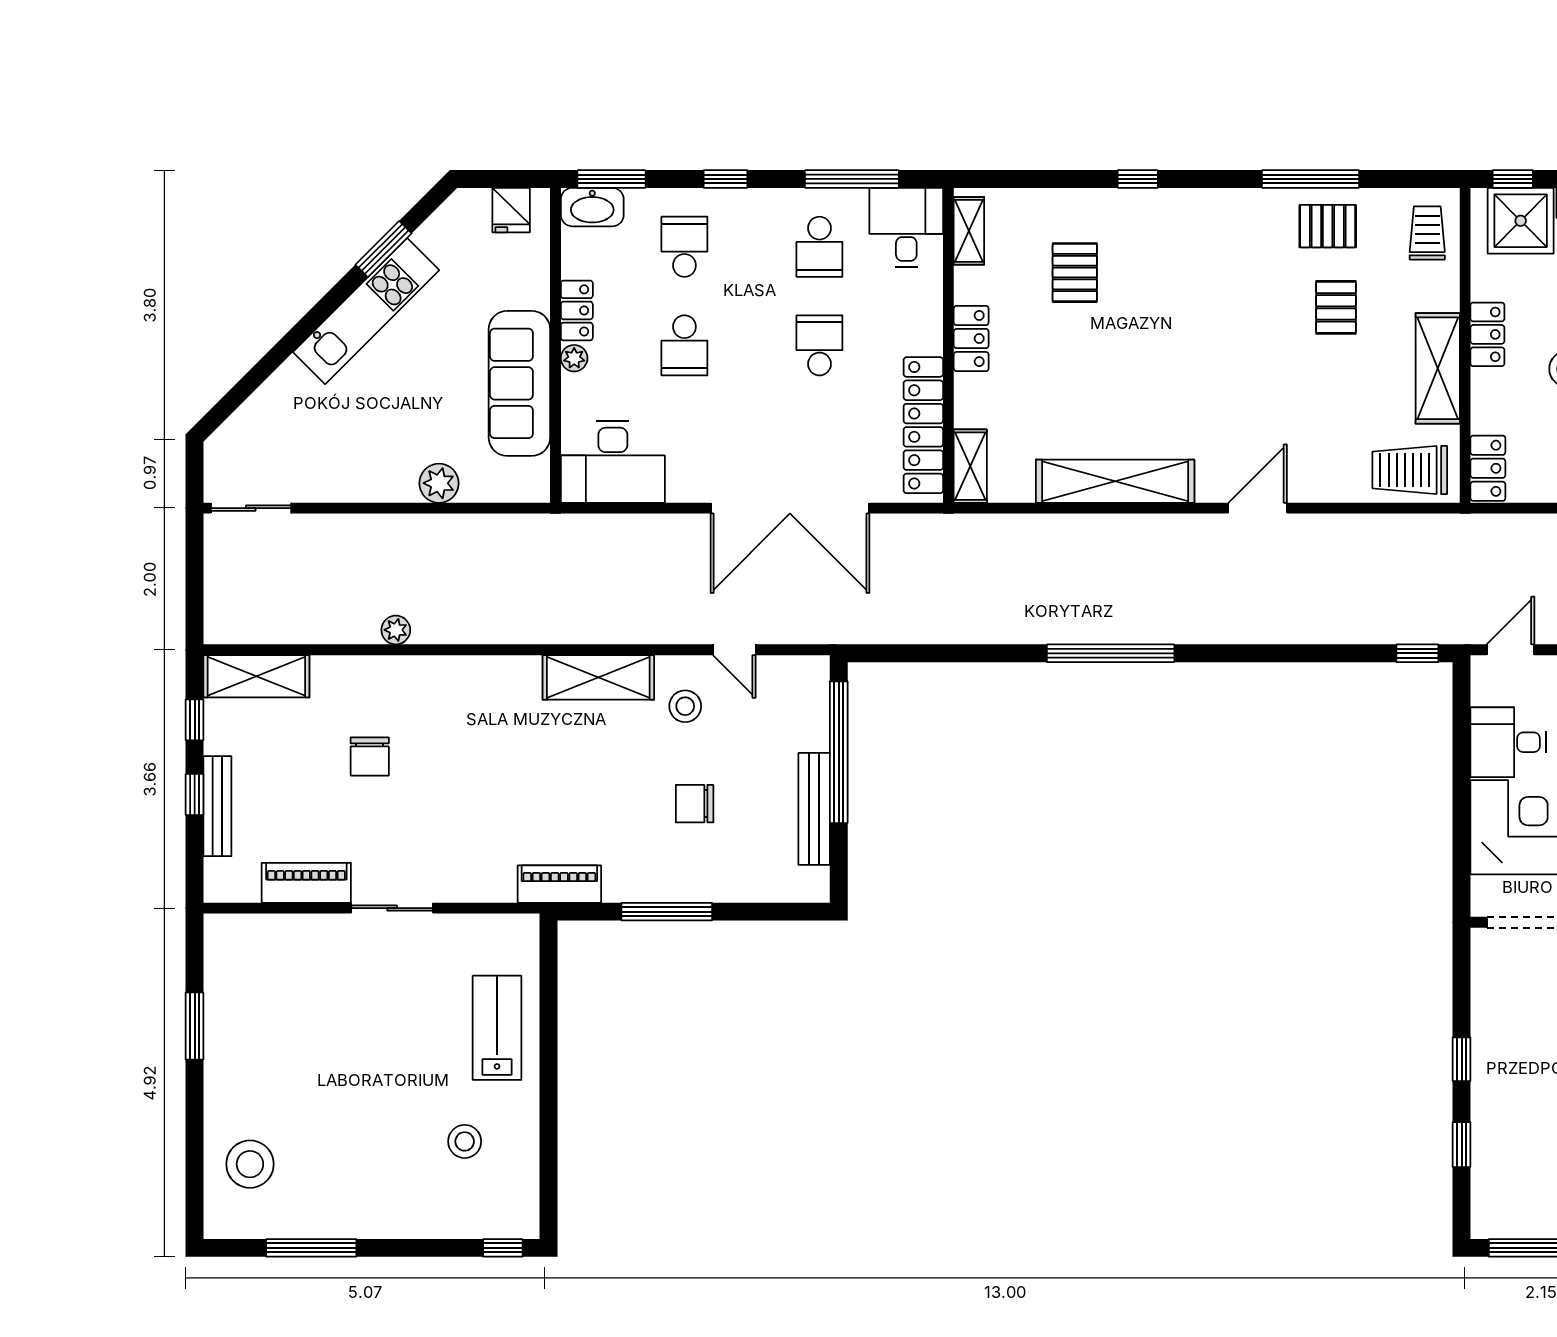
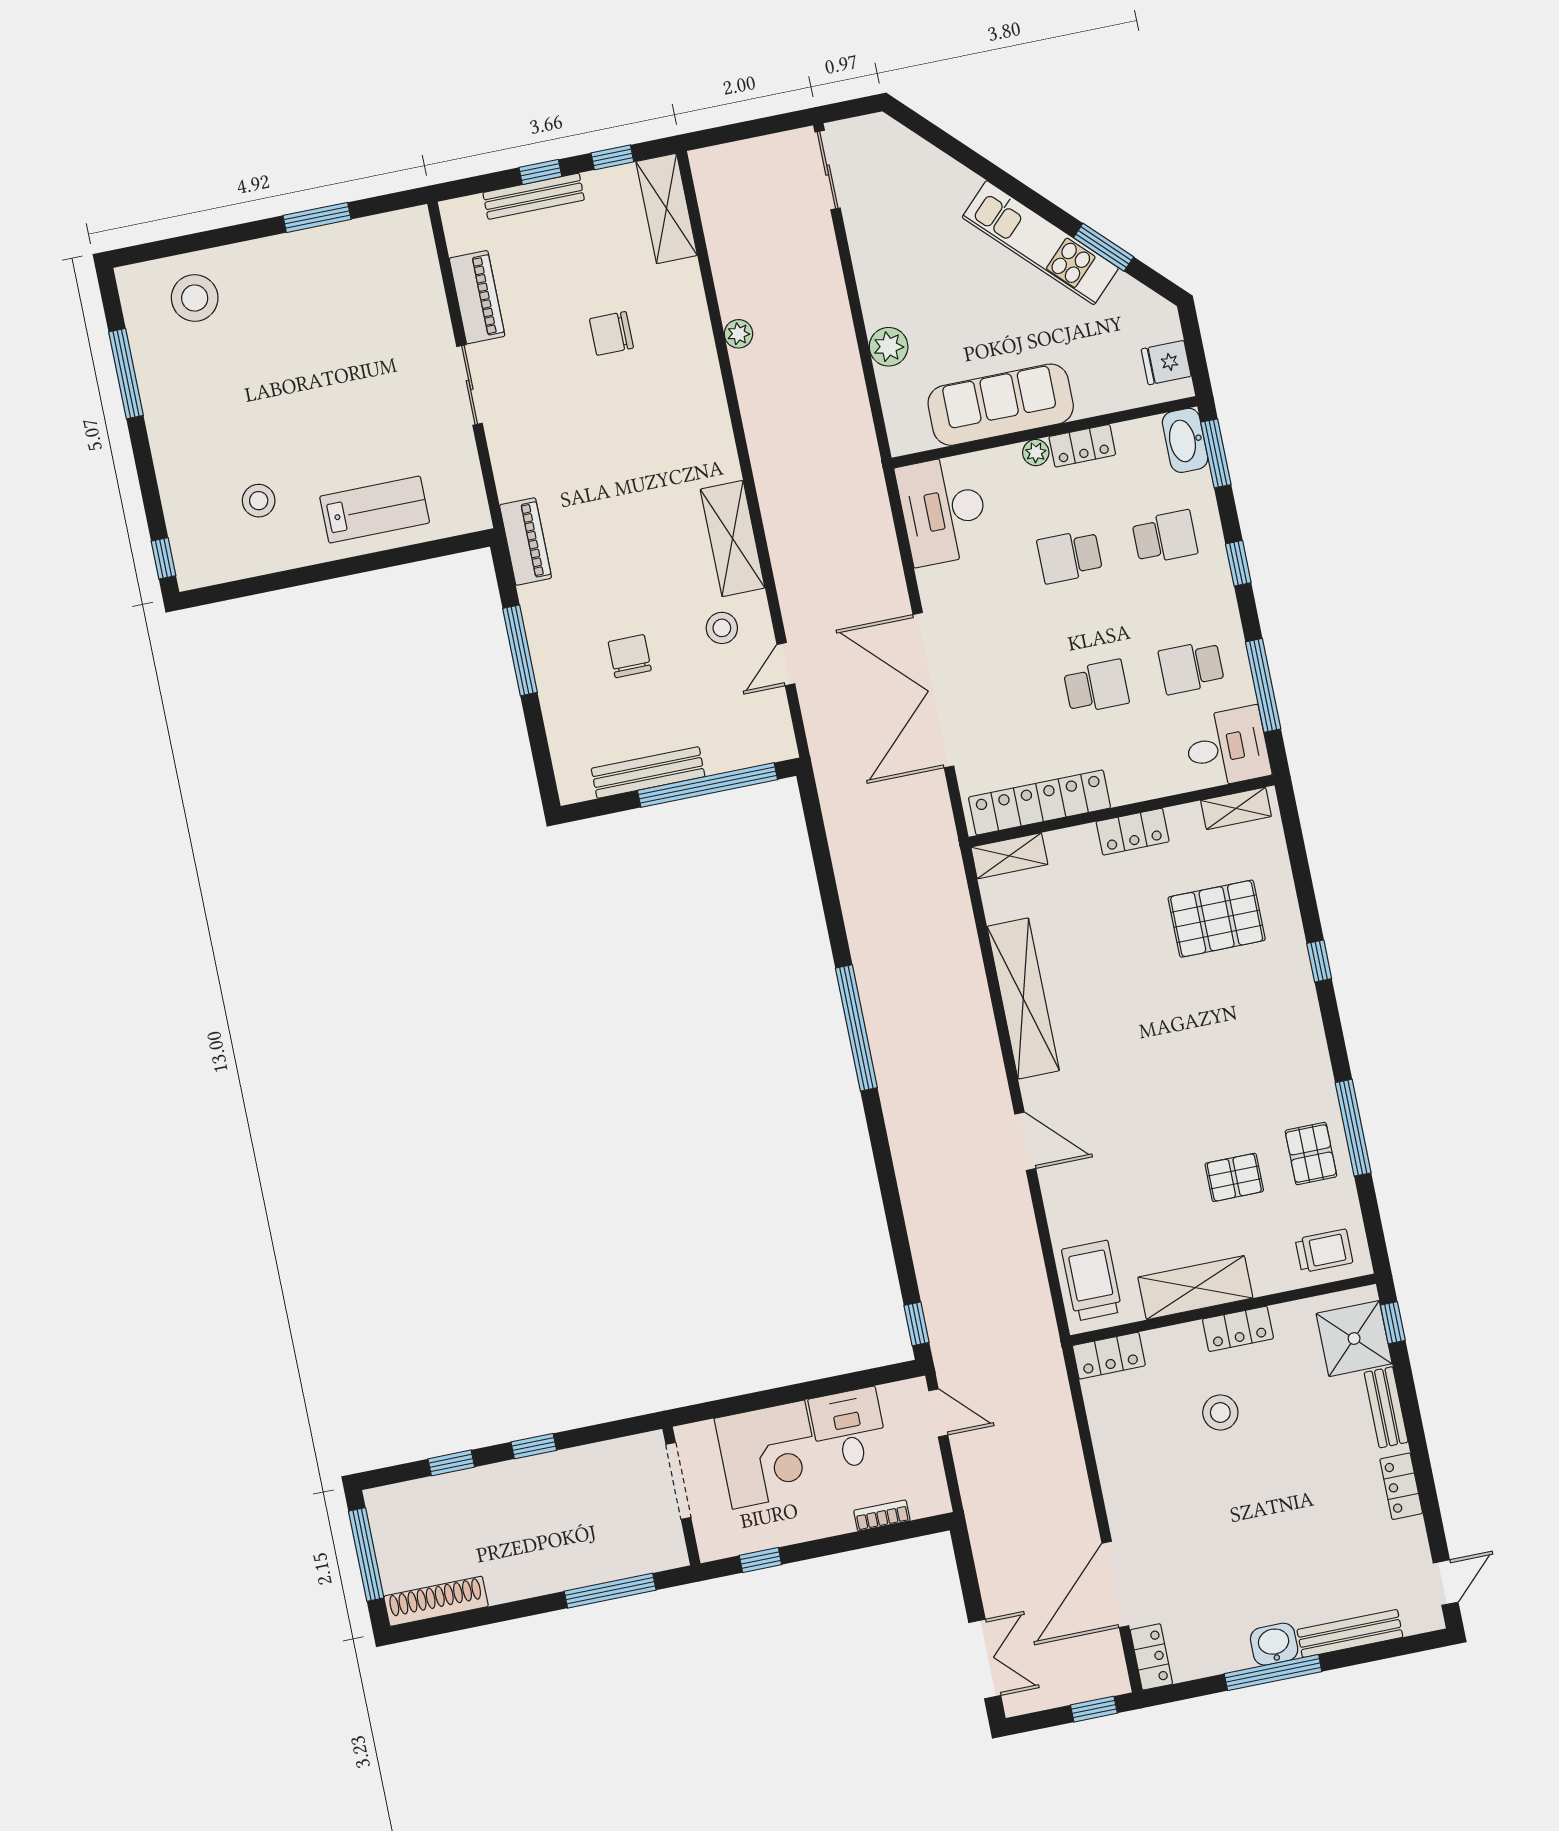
pallet: (1075, 273) -> (1217, 919), width x1.50, depth x1.42

